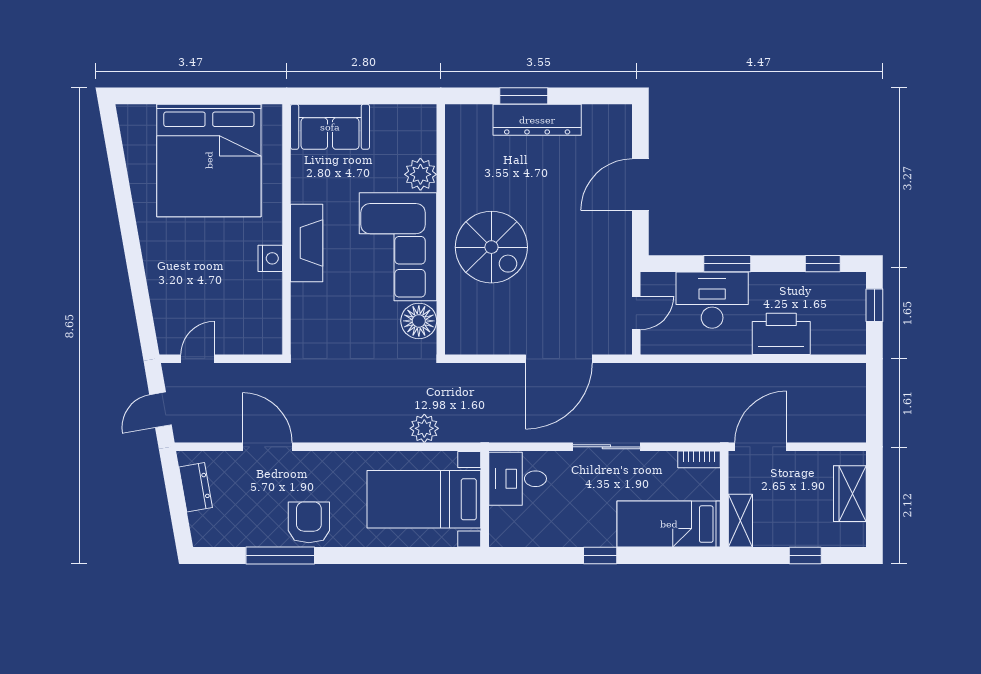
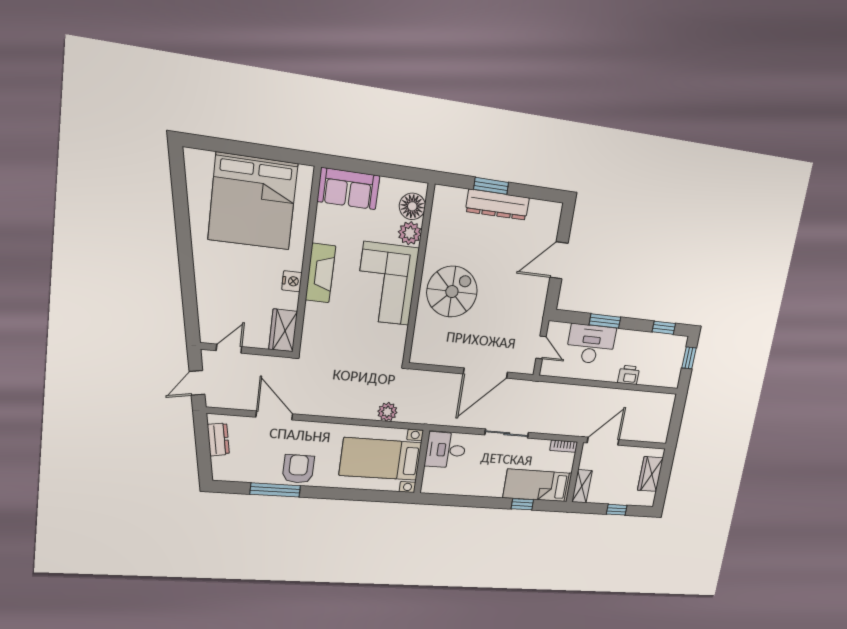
spiral stairs: (491, 247) -> (452, 292), turned -90
door: (636, 313) -> (541, 347), hinge flipped
floor lamp: (419, 321) -> (412, 206), moved
wardrobe: (266, 326) -> (283, 330), added
printer: (781, 334) -> (629, 375), width x0.53, depth x0.68
window: (600, 556) -> (522, 504), moved

